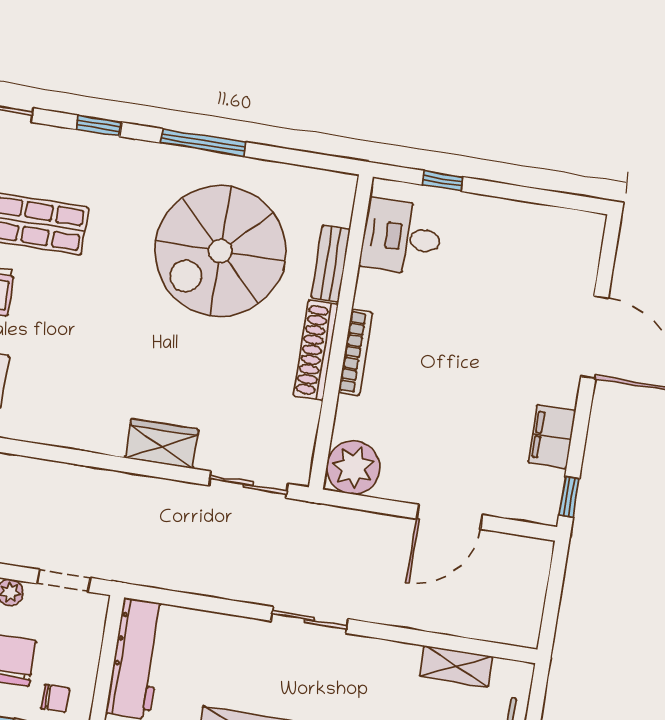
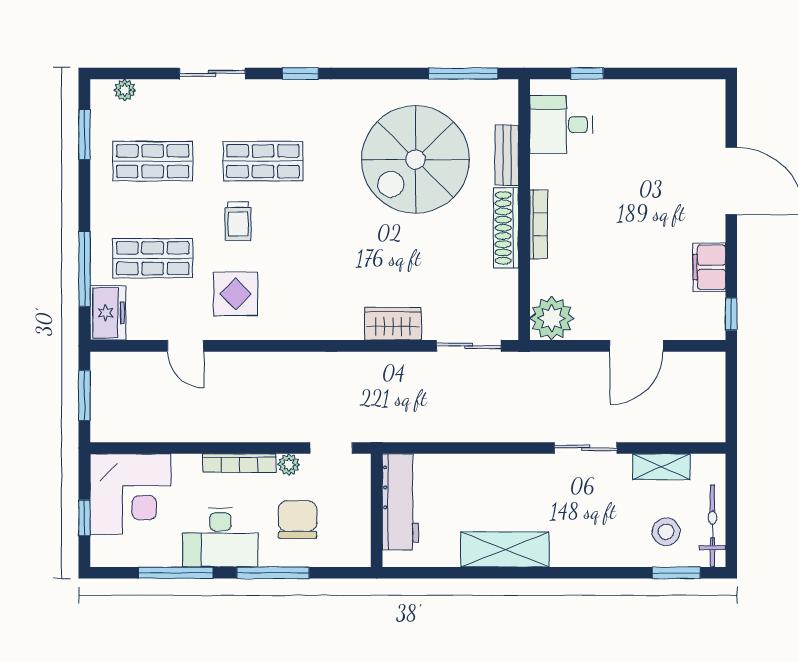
window: (203, 143) -> (463, 74), moved
sliding door: (309, 620) -> (586, 448), moved
chair: (55, 698) -> (339, 545), removed

